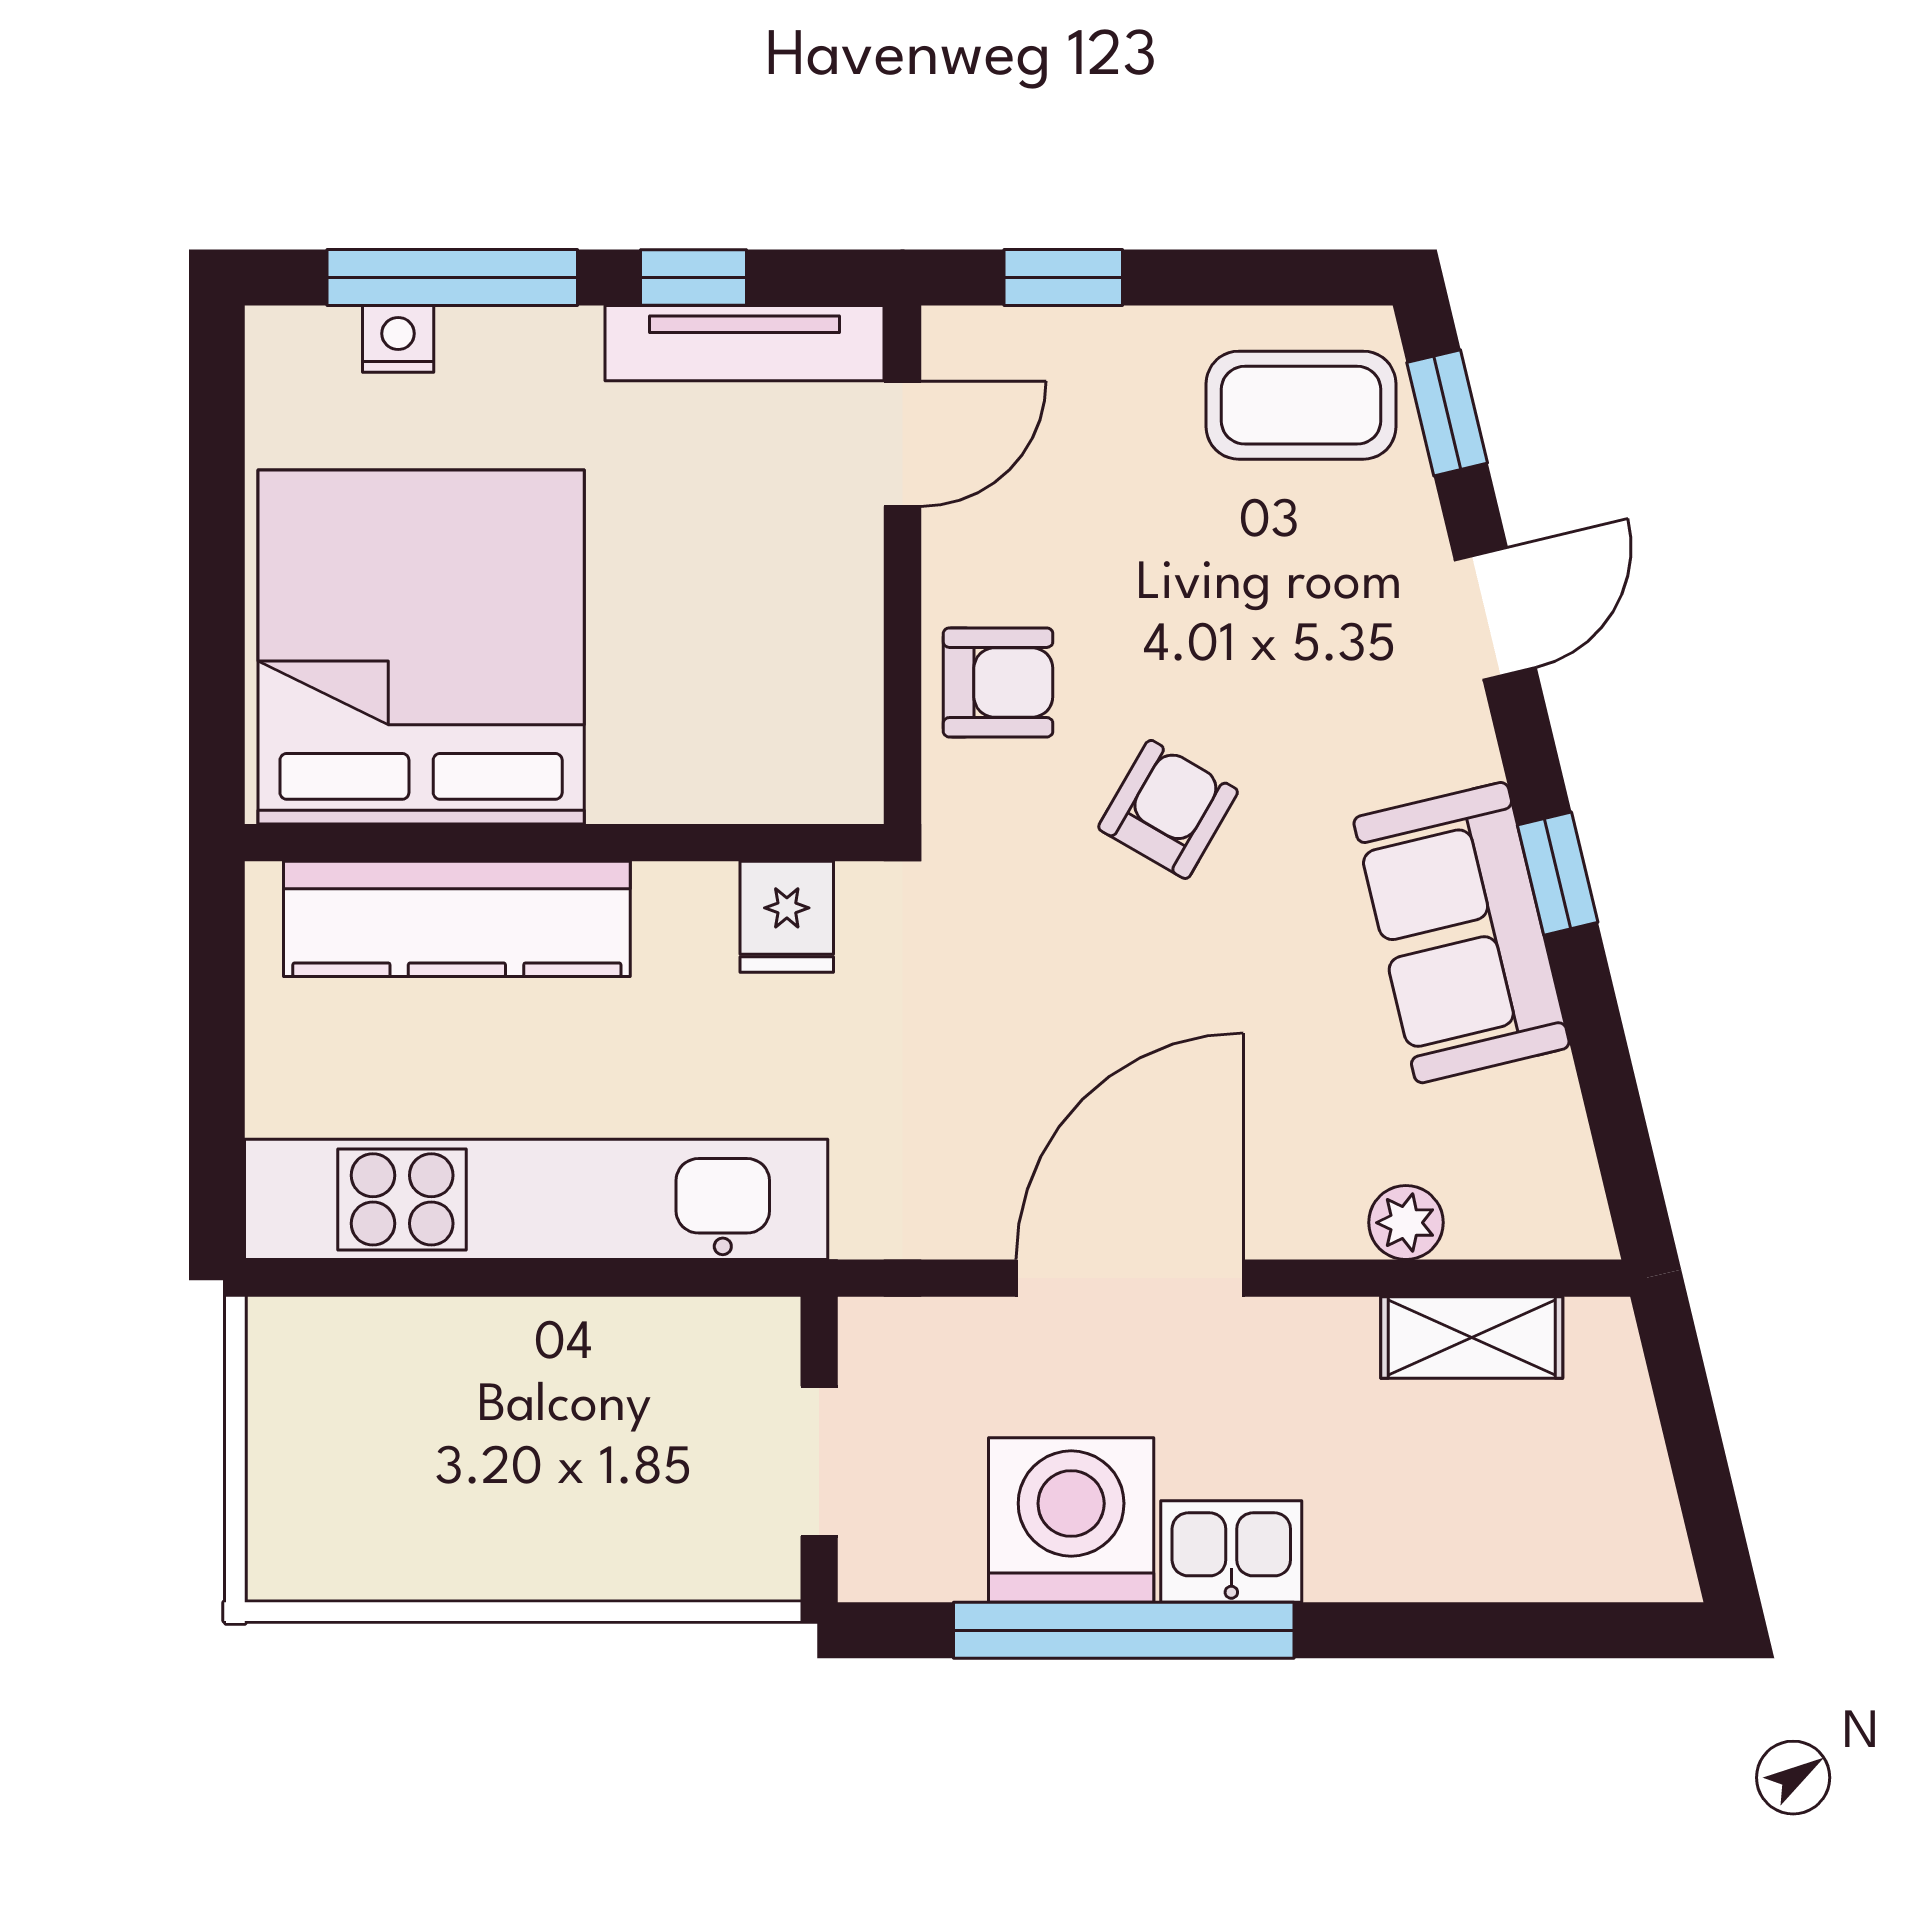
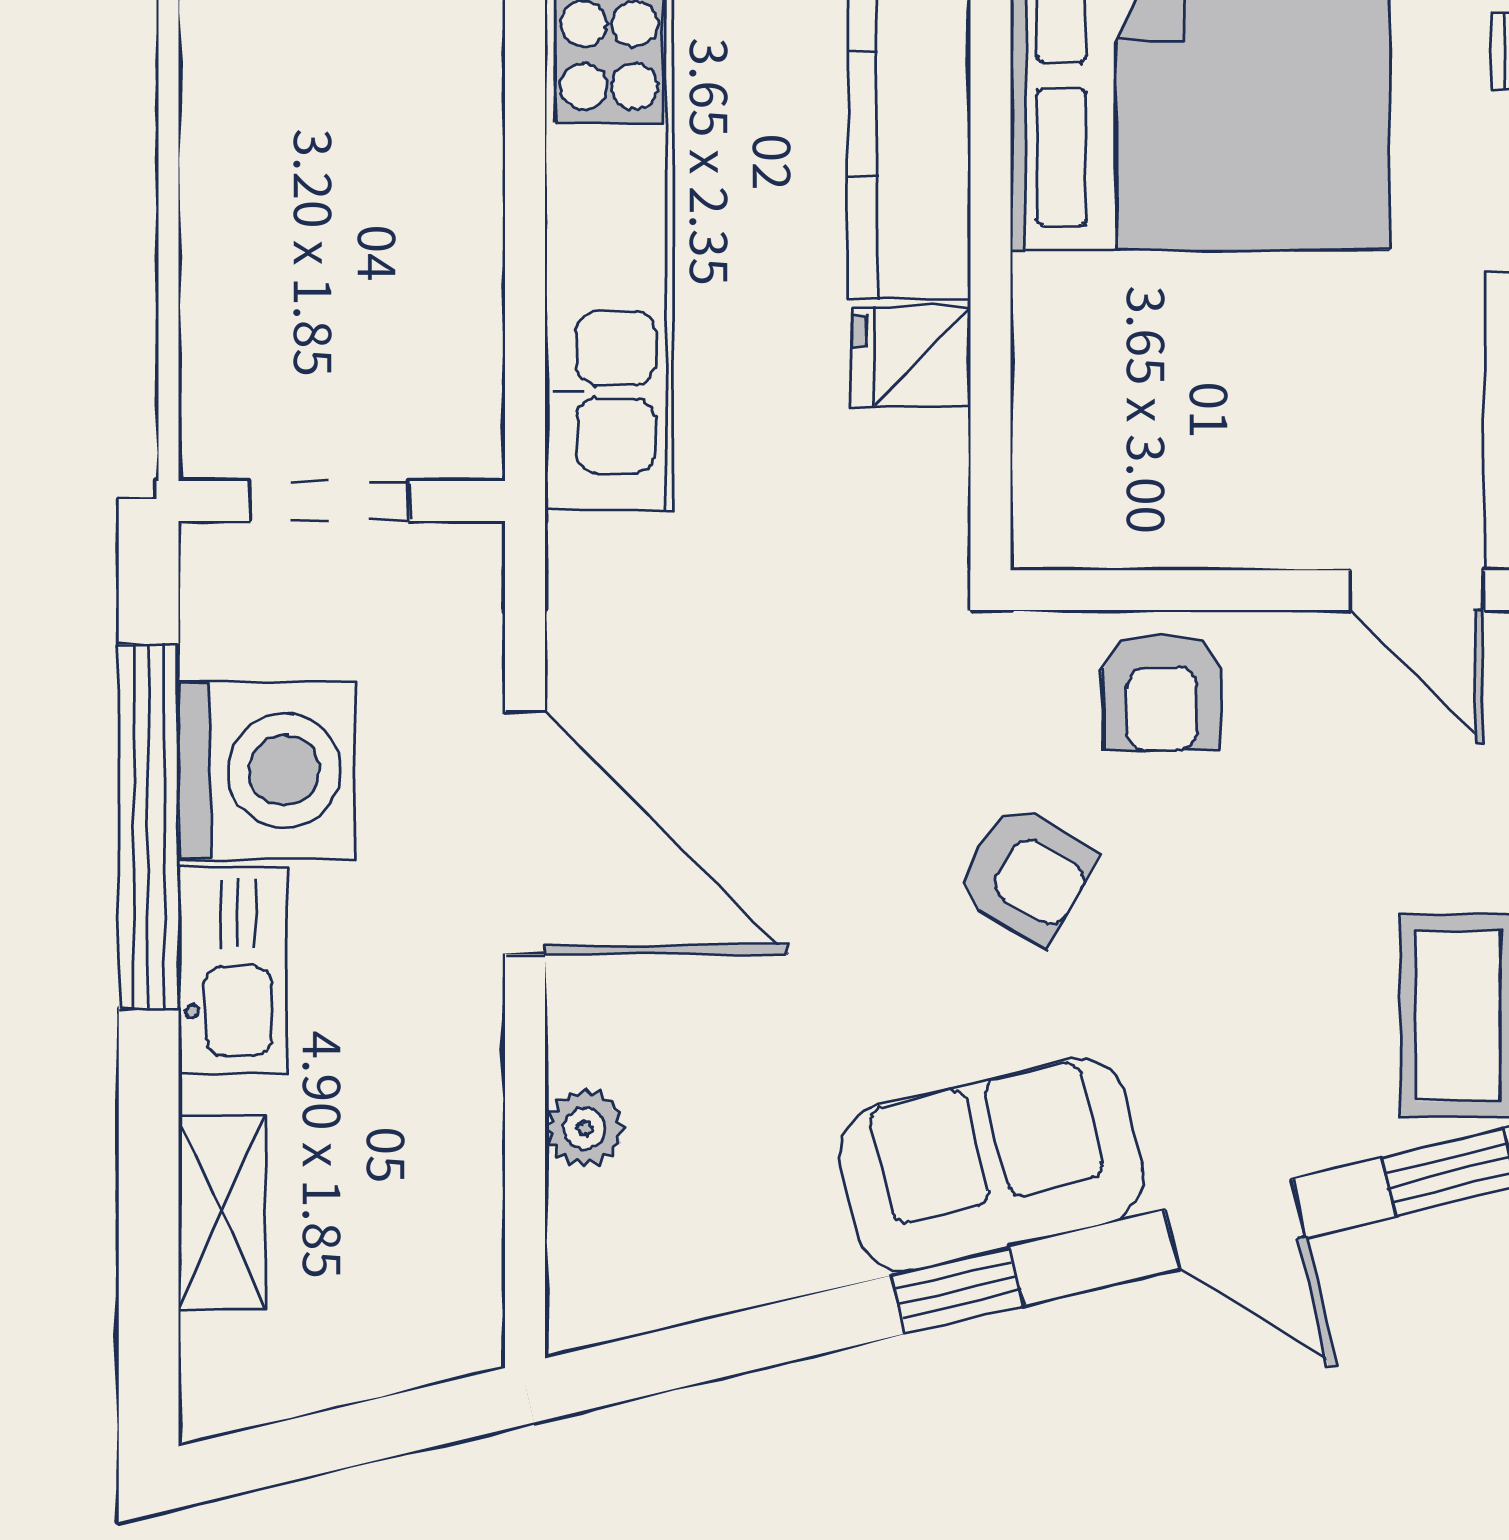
fridge: (787, 917) -> (911, 357), moved
sofa: (1462, 933) -> (992, 1164), moved
shelving: (1472, 1338) -> (222, 1213), moved
kitchen sink: (1231, 1551) -> (233, 970), width x1.38

